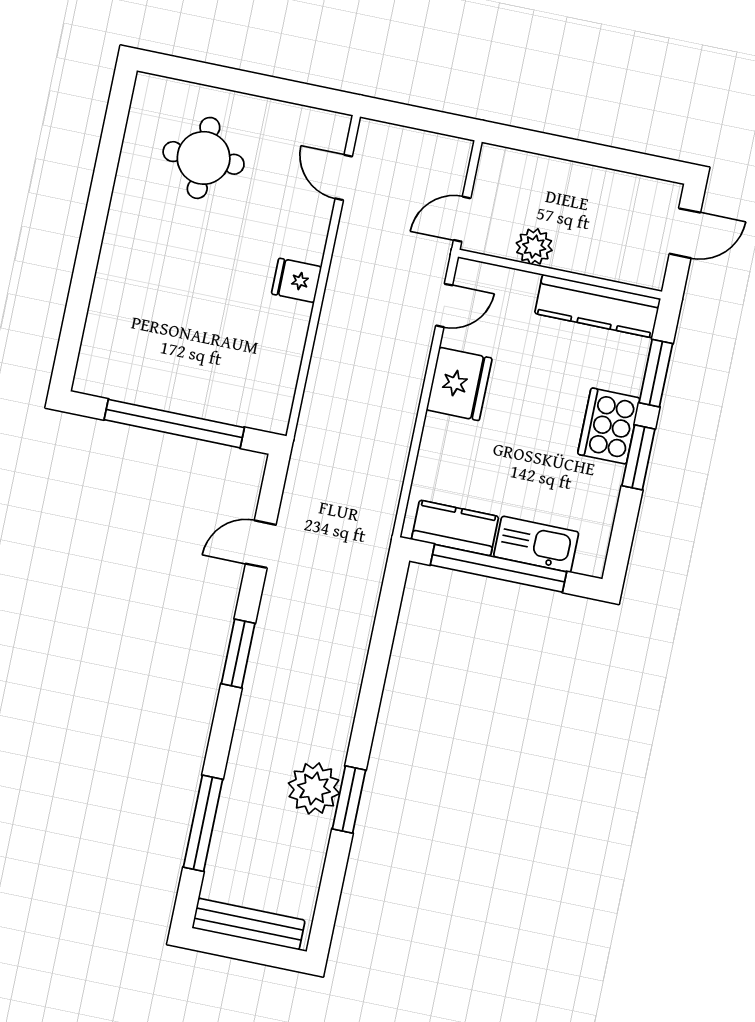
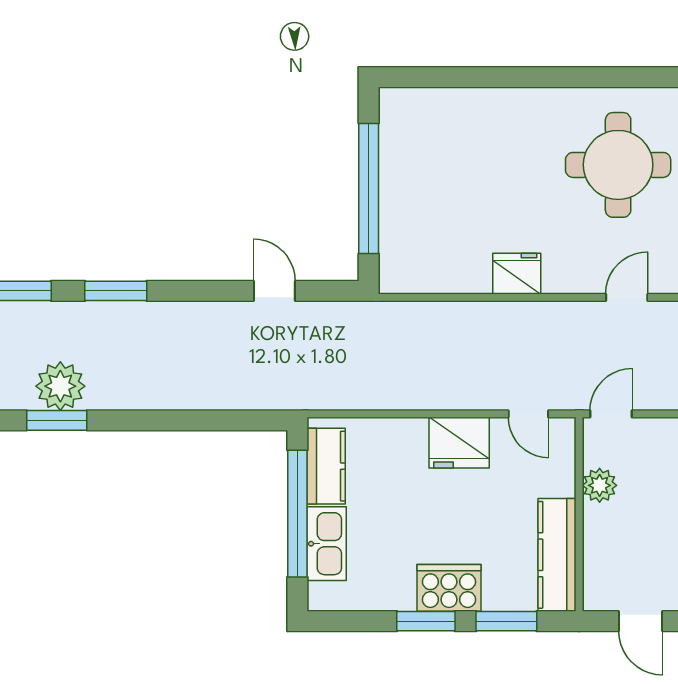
round table: (204, 158) -> (618, 165), width x1.36, depth x1.36
door: (462, 219) -> (611, 414), hinge flipped
fridge: (297, 280) -> (517, 274), width x1.38
window: (238, 653) -> (116, 291), moved

